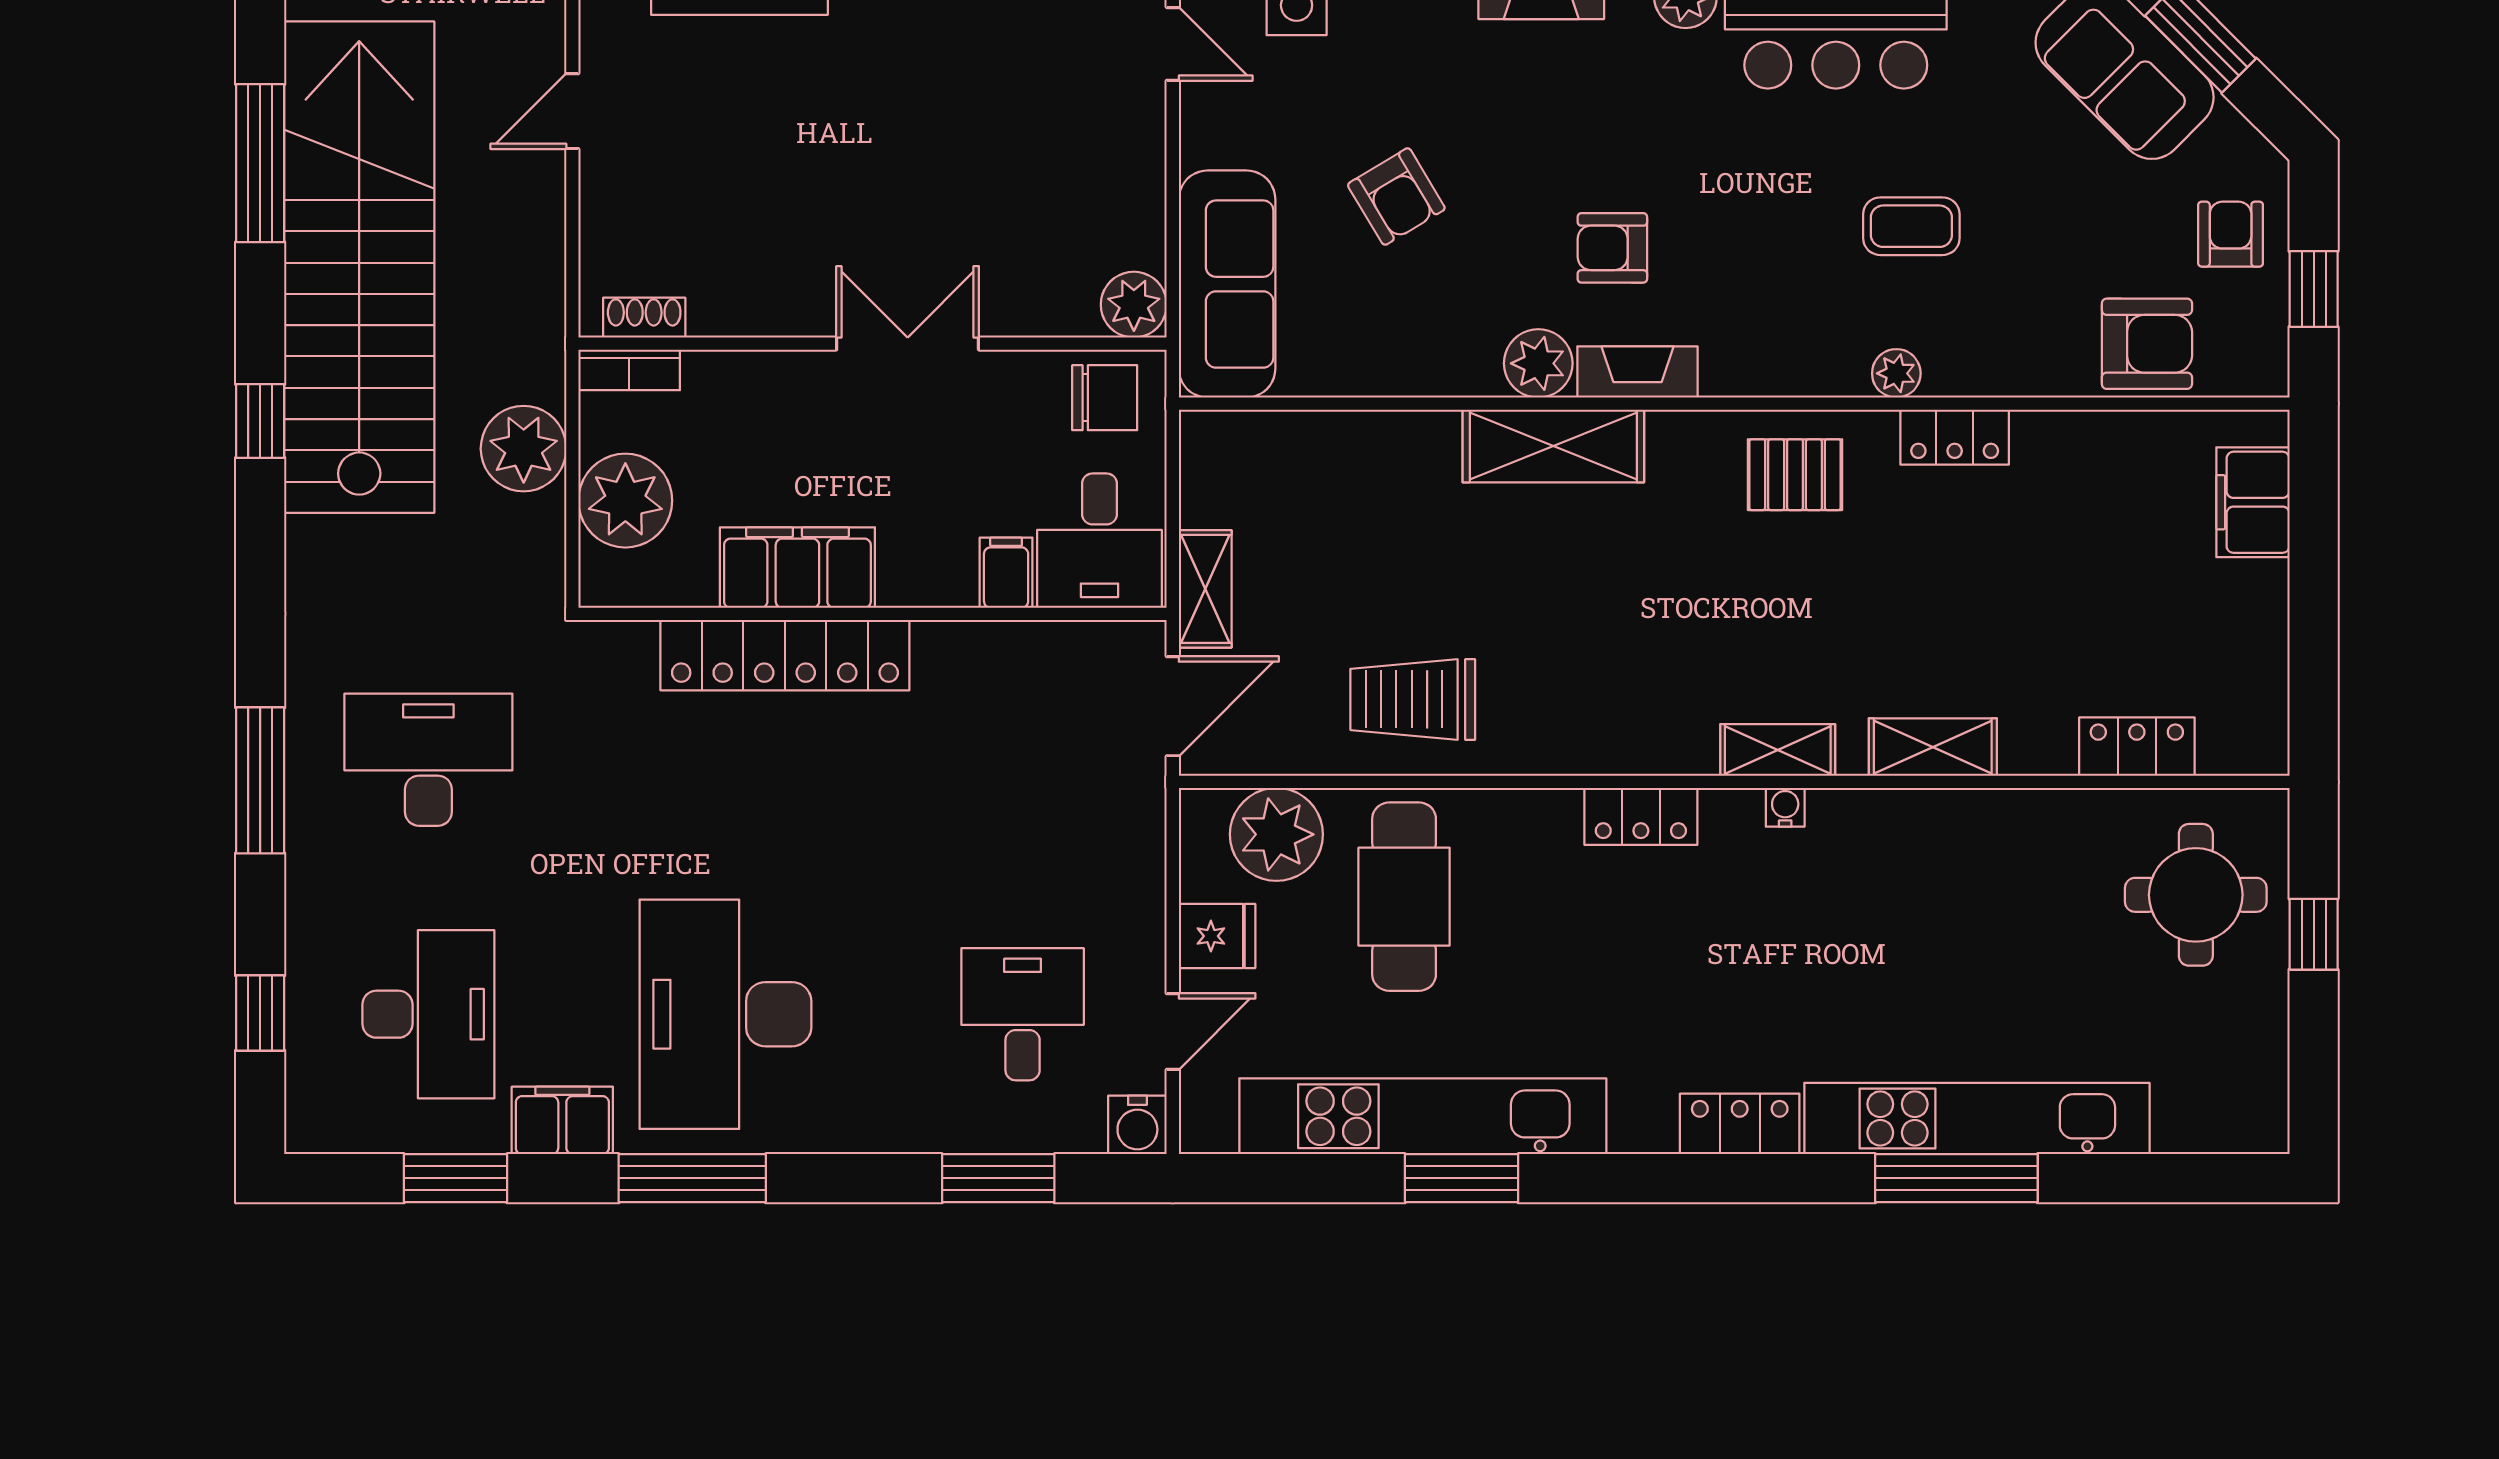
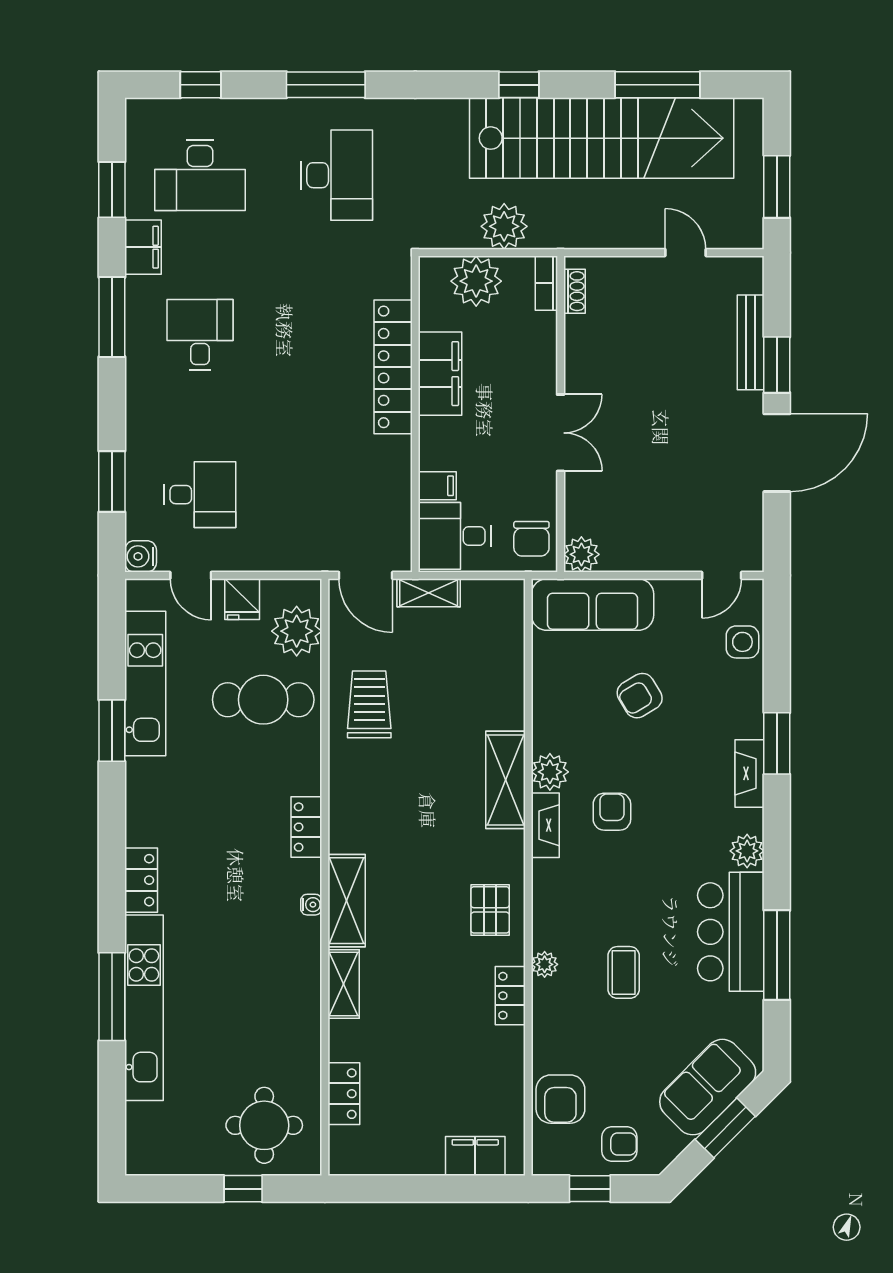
shelving: (1778, 750) -> (347, 901), width x1.50, depth x1.33
desk: (725, 1014) -> (200, 335), width x0.53, depth x0.77
kitchen unit: (1423, 1116) -> (145, 683), width x0.73

